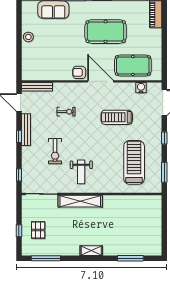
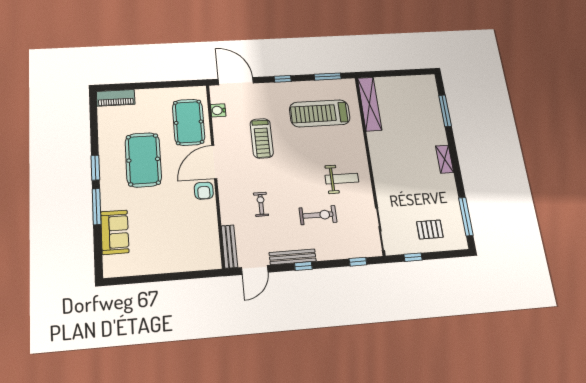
stool: (28, 37) -> (157, 264), removed
shelving: (80, 201) -> (370, 104), moved
window: (19, 231) -> (413, 257), moved

